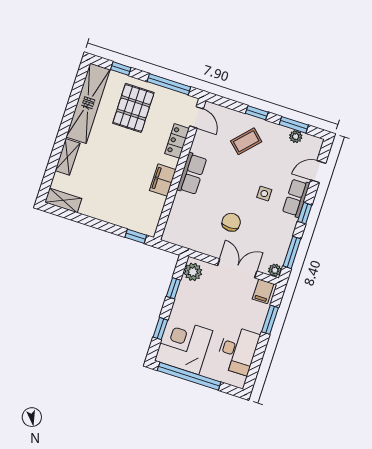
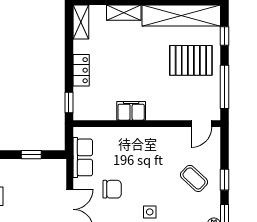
locker: (177, 141) -> (81, 70), moved, turned 90
row of seats: (192, 174) -> (83, 157), moved, turned -90
plant: (193, 272) -> (53, 168), removed

